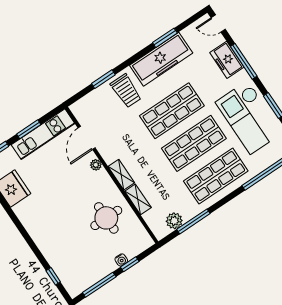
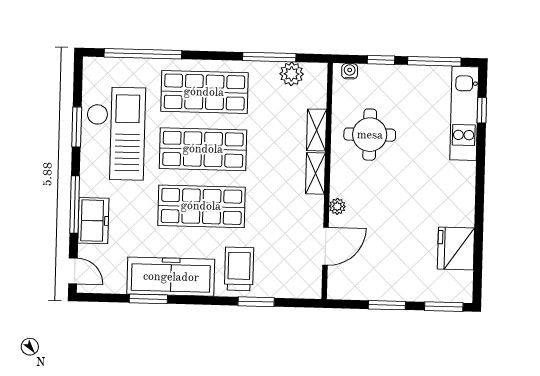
kitchen unit: (43, 134) -> (464, 113), moved, turned -90
water cooler: (121, 260) -> (350, 71), moved

